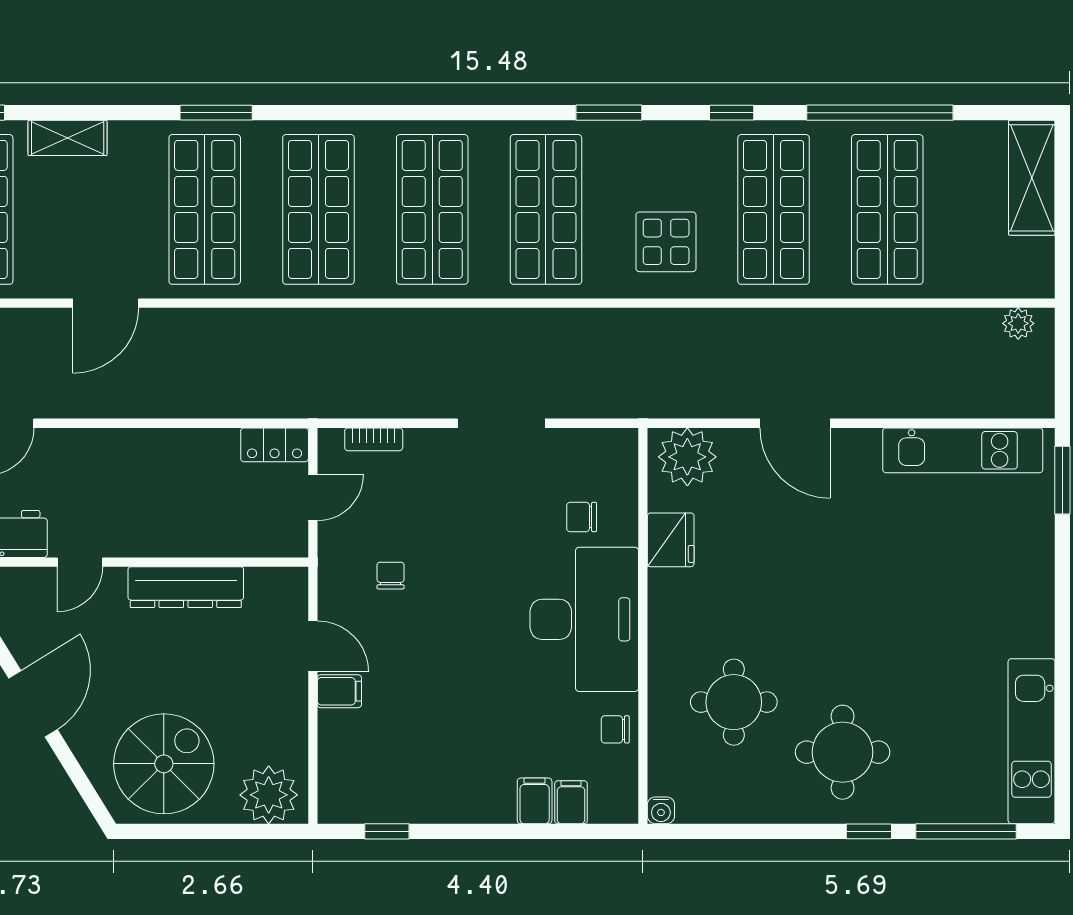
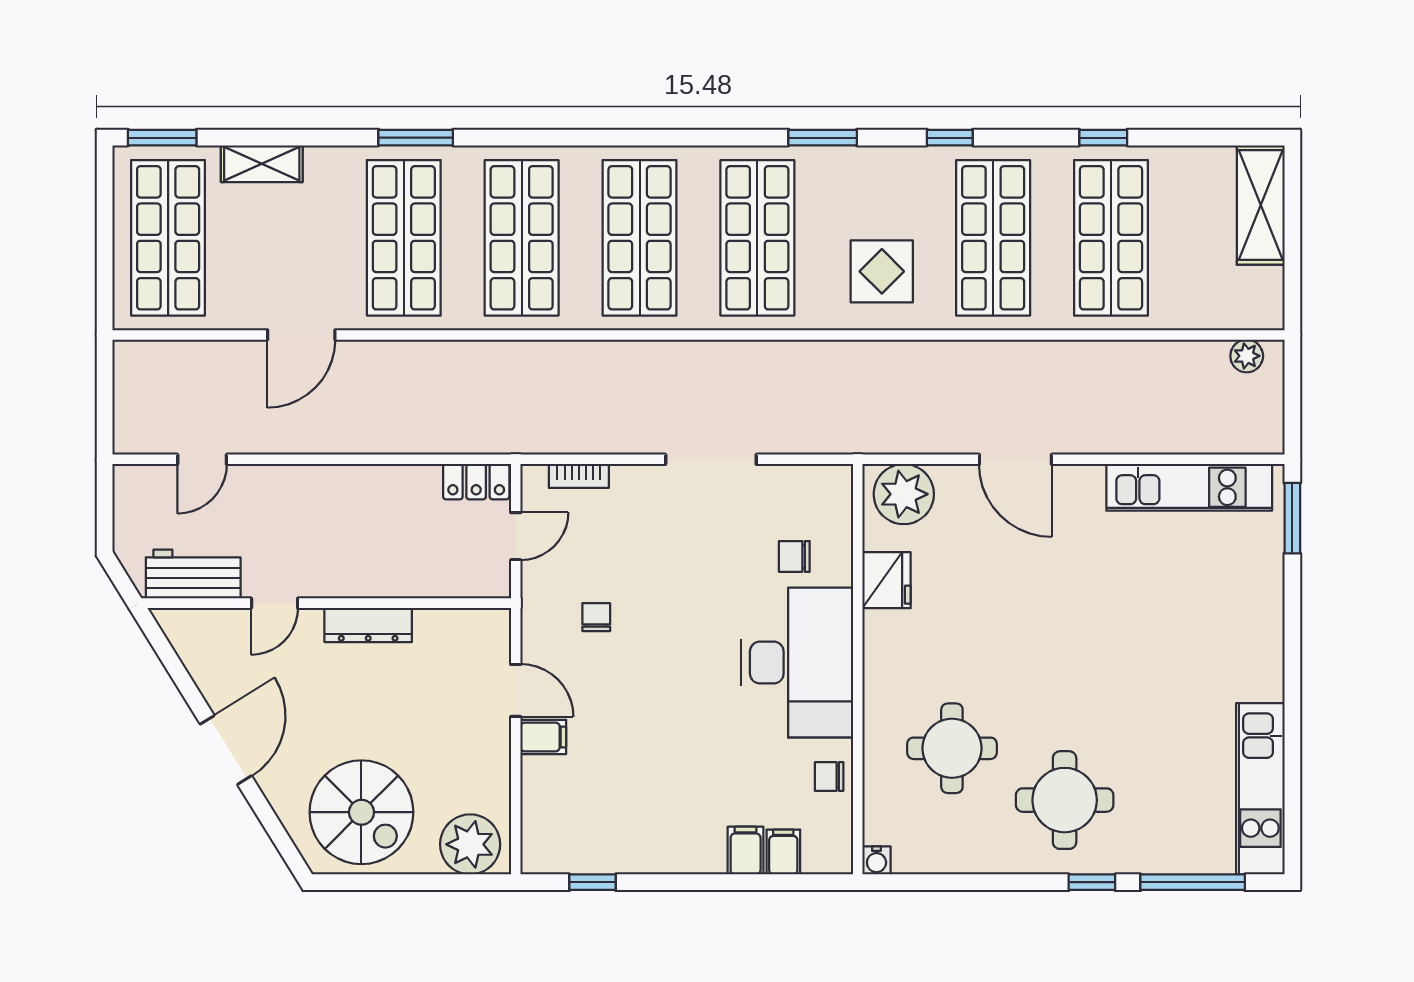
window: (880, 113) -> (1103, 138), width x0.32
dresser: (186, 587) -> (368, 625), width x0.73, depth x0.80
spiral stairs: (164, 764) -> (361, 812), turned 90

